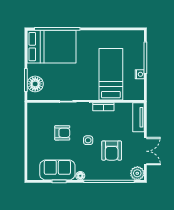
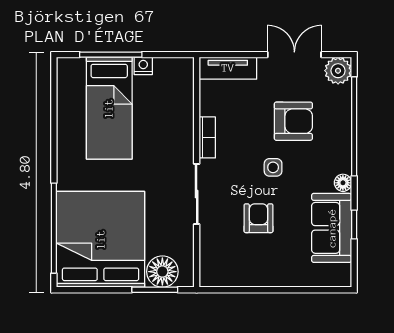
bed: (52, 47) -> (101, 239), width x1.36
bed: (111, 74) -> (109, 108), moved, turned -90

